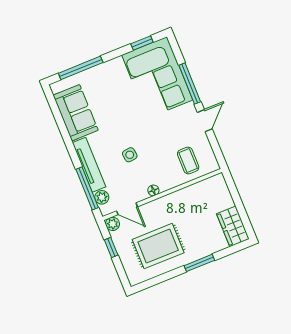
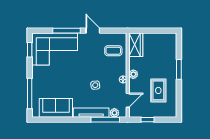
plant: (113, 224) -> (133, 74), moved
wardrobe: (233, 226) -> (136, 45), moved, turned -90
rug: (158, 246) -> (158, 90), width x0.73, depth x0.70

